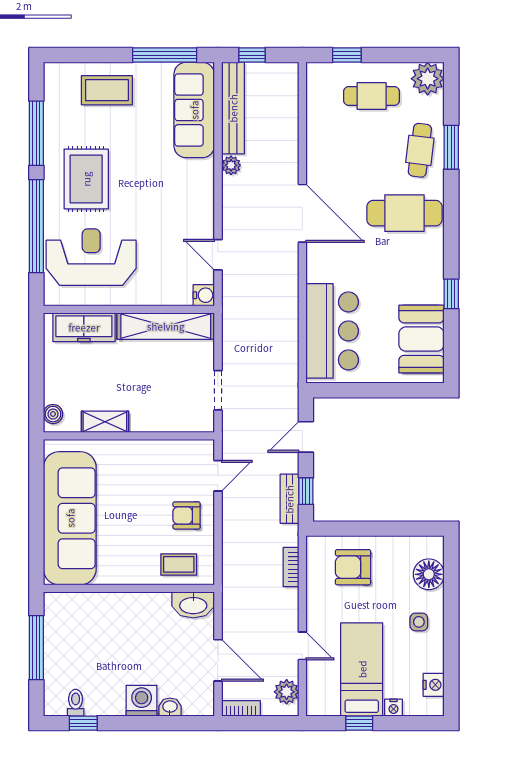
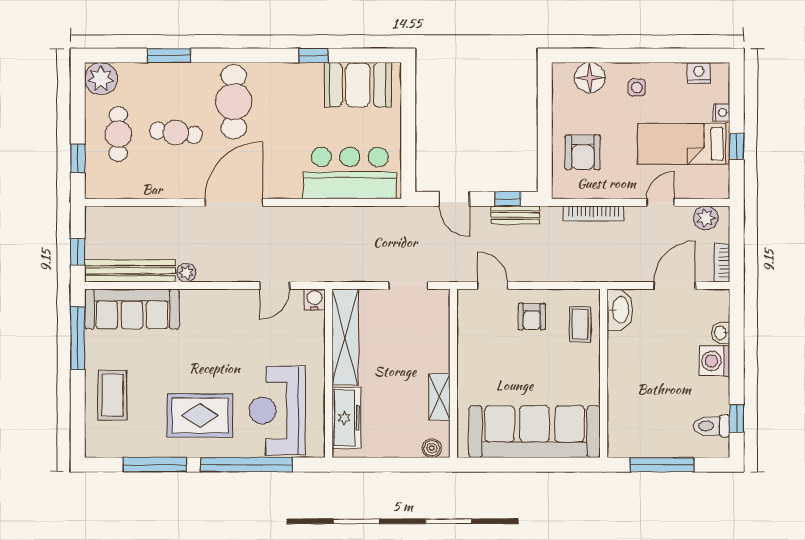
cafe table: (420, 150) -> (176, 133), moved
bookcase: (291, 567) -> (594, 213), width x1.56
toilet: (76, 703) -> (711, 426), width x1.37, depth x1.39

